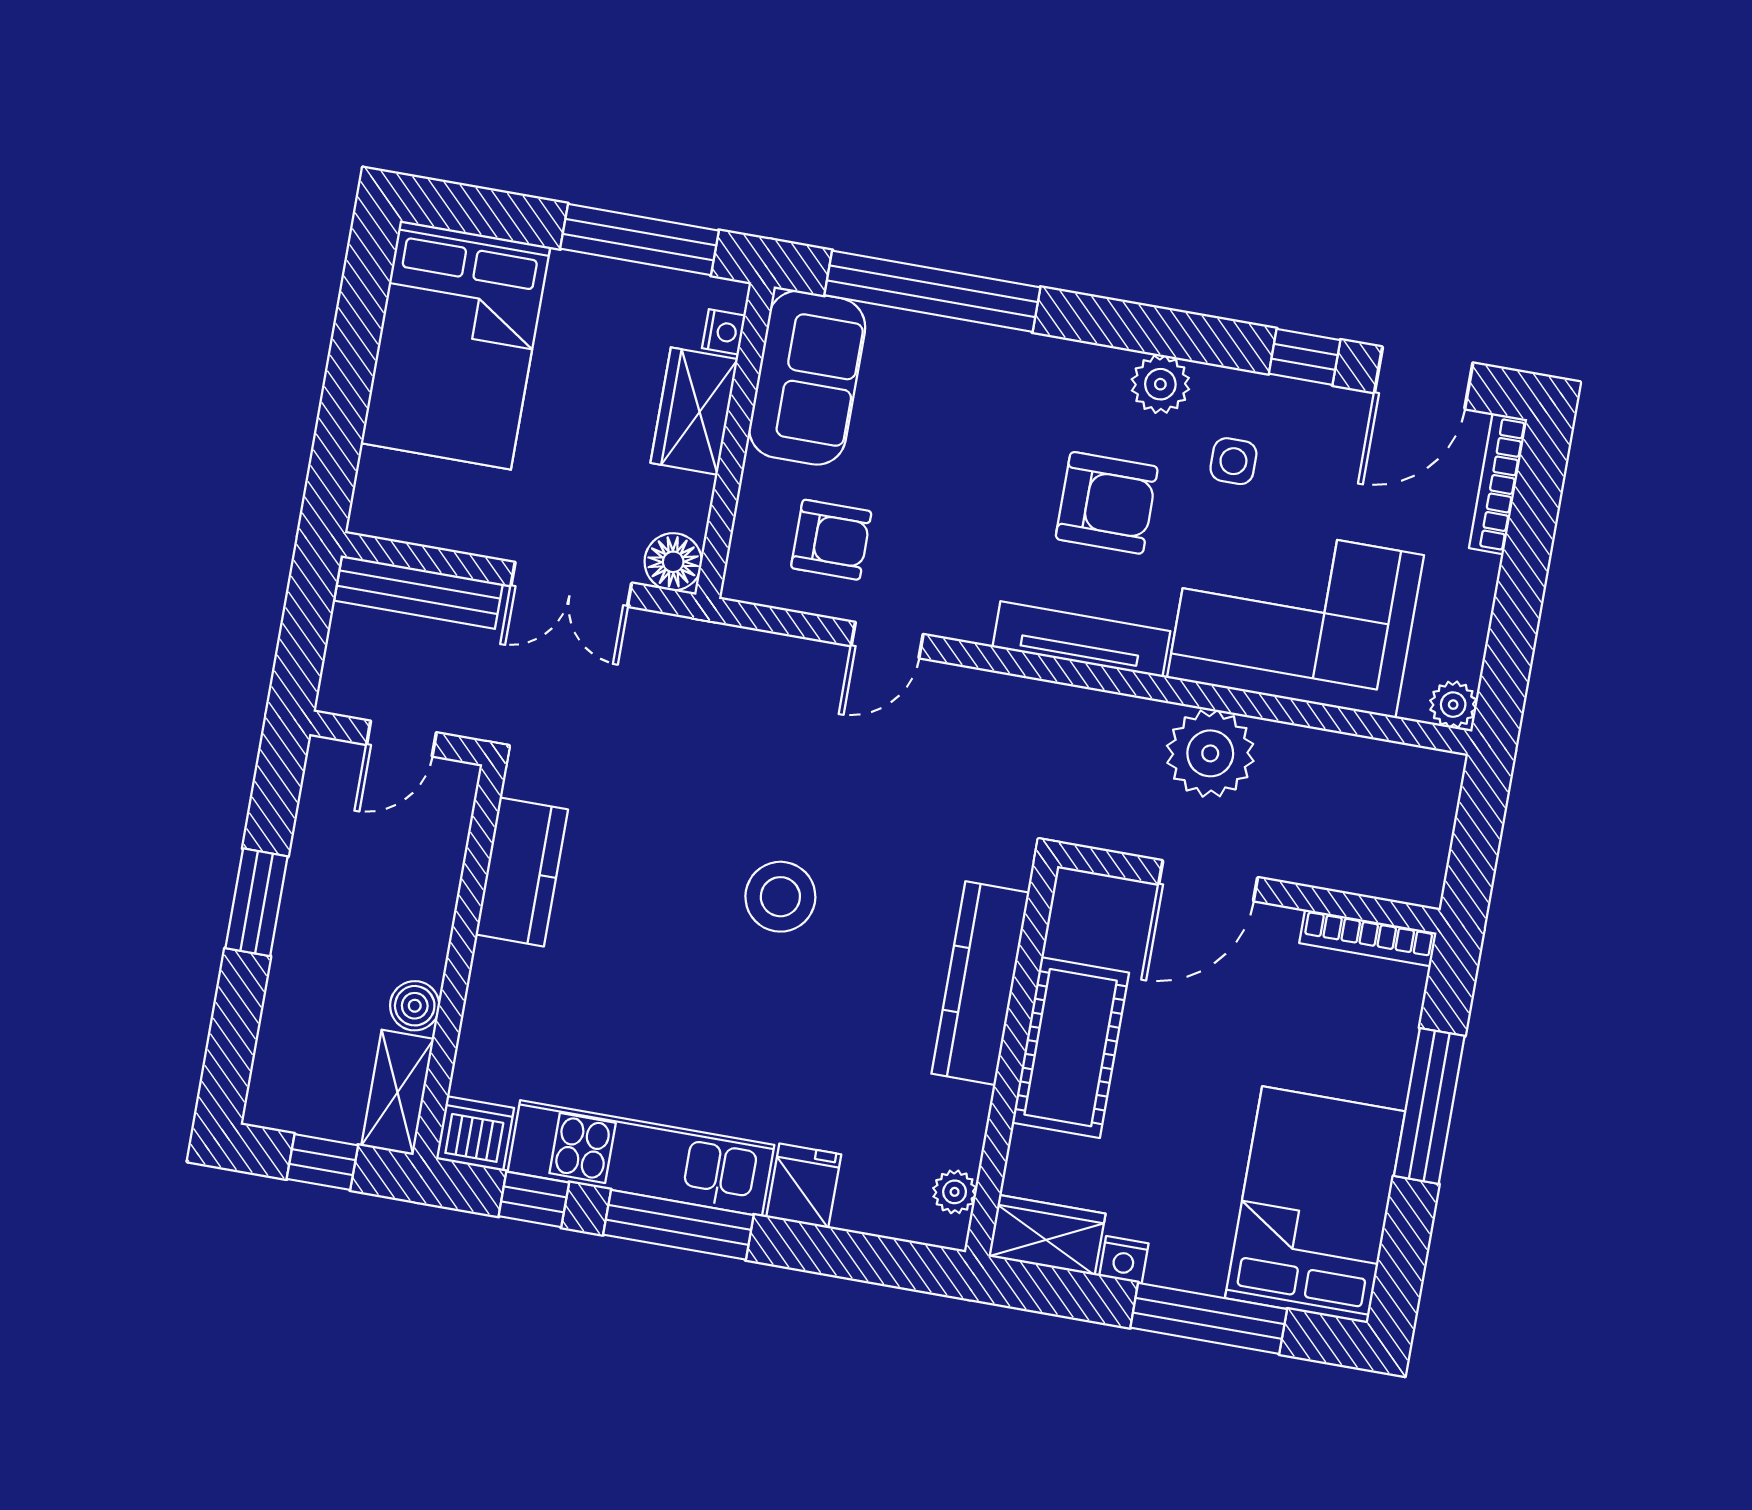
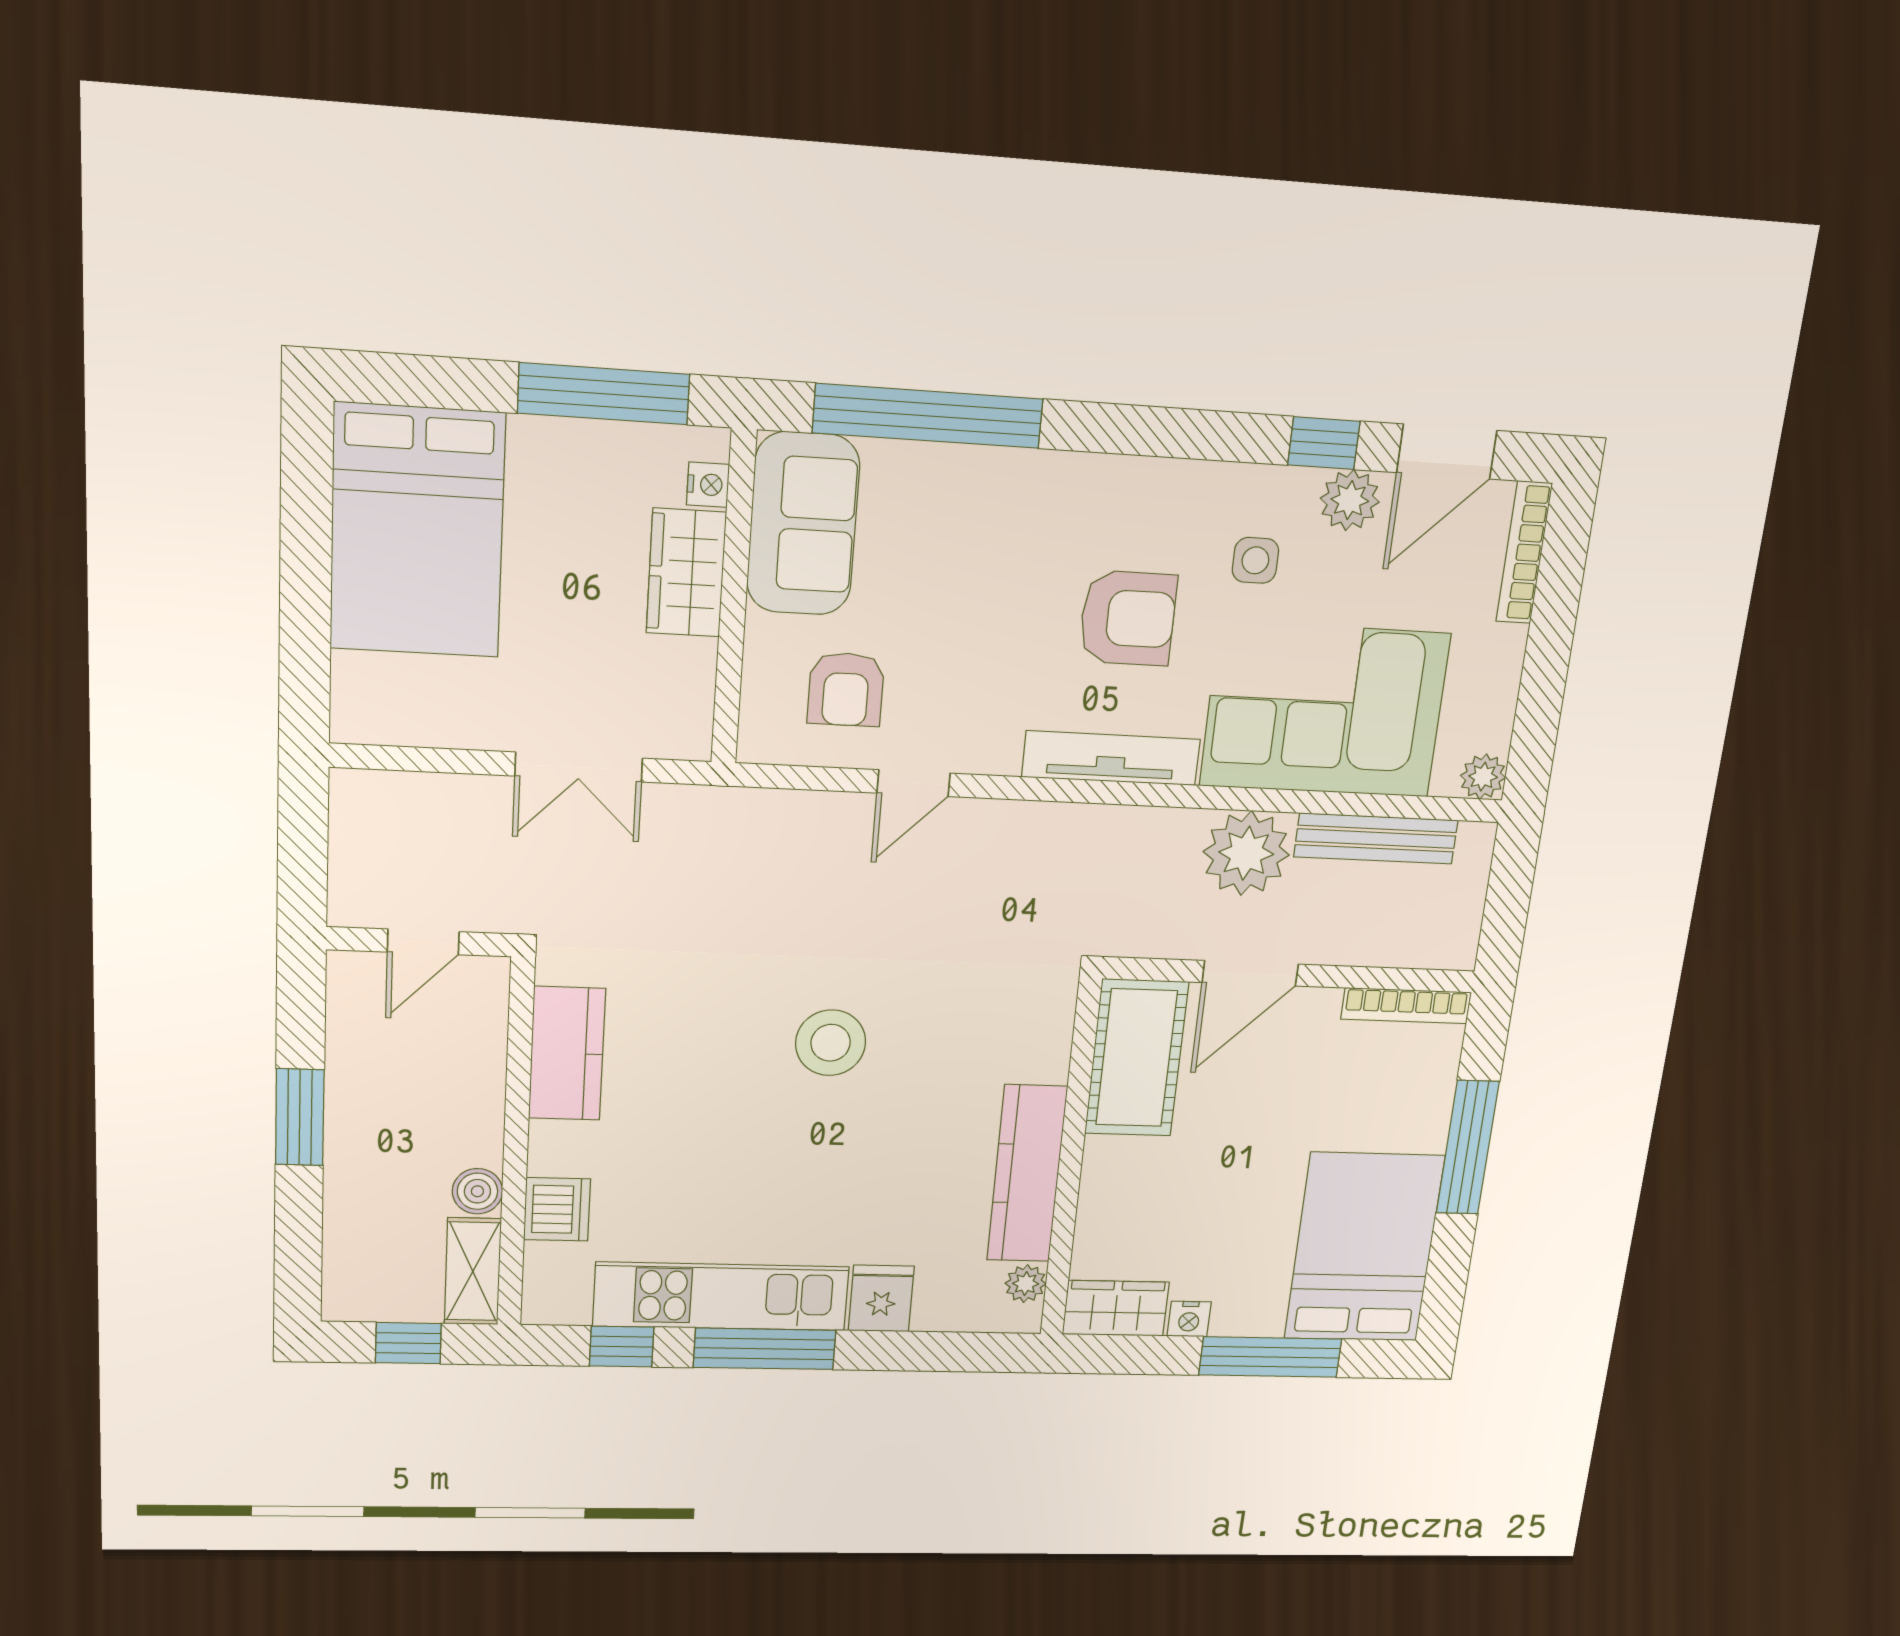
plant: (1160, 384) -> (1350, 500), moved
armchair: (831, 540) -> (846, 689), turned 90
floor lamp: (673, 562) -> (683, 731), removed
bench: (418, 592) -> (1376, 839), moved
kitchen counter: (980, 983) -> (1027, 1174), moved
cot: (1071, 1048) -> (1136, 1058), moved
dishwasher: (475, 1134) -> (557, 1209), moved, turned 90

